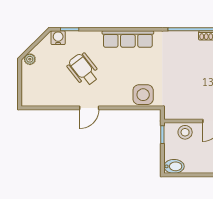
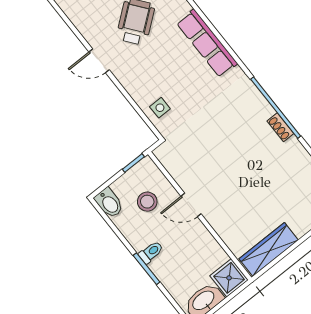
side table: (143, 95) -> (160, 108), width x0.54, depth x0.54
stool: (185, 132) -> (147, 202), moved

